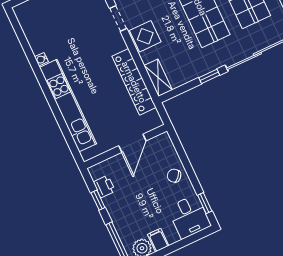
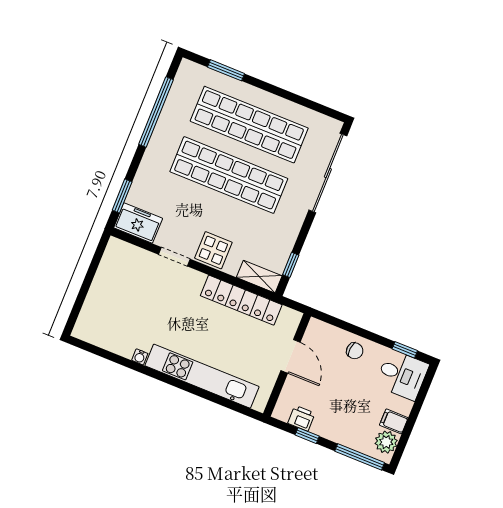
window: (209, 76) -> (291, 265), moved
chair: (174, 176) -> (355, 351), turned -126

